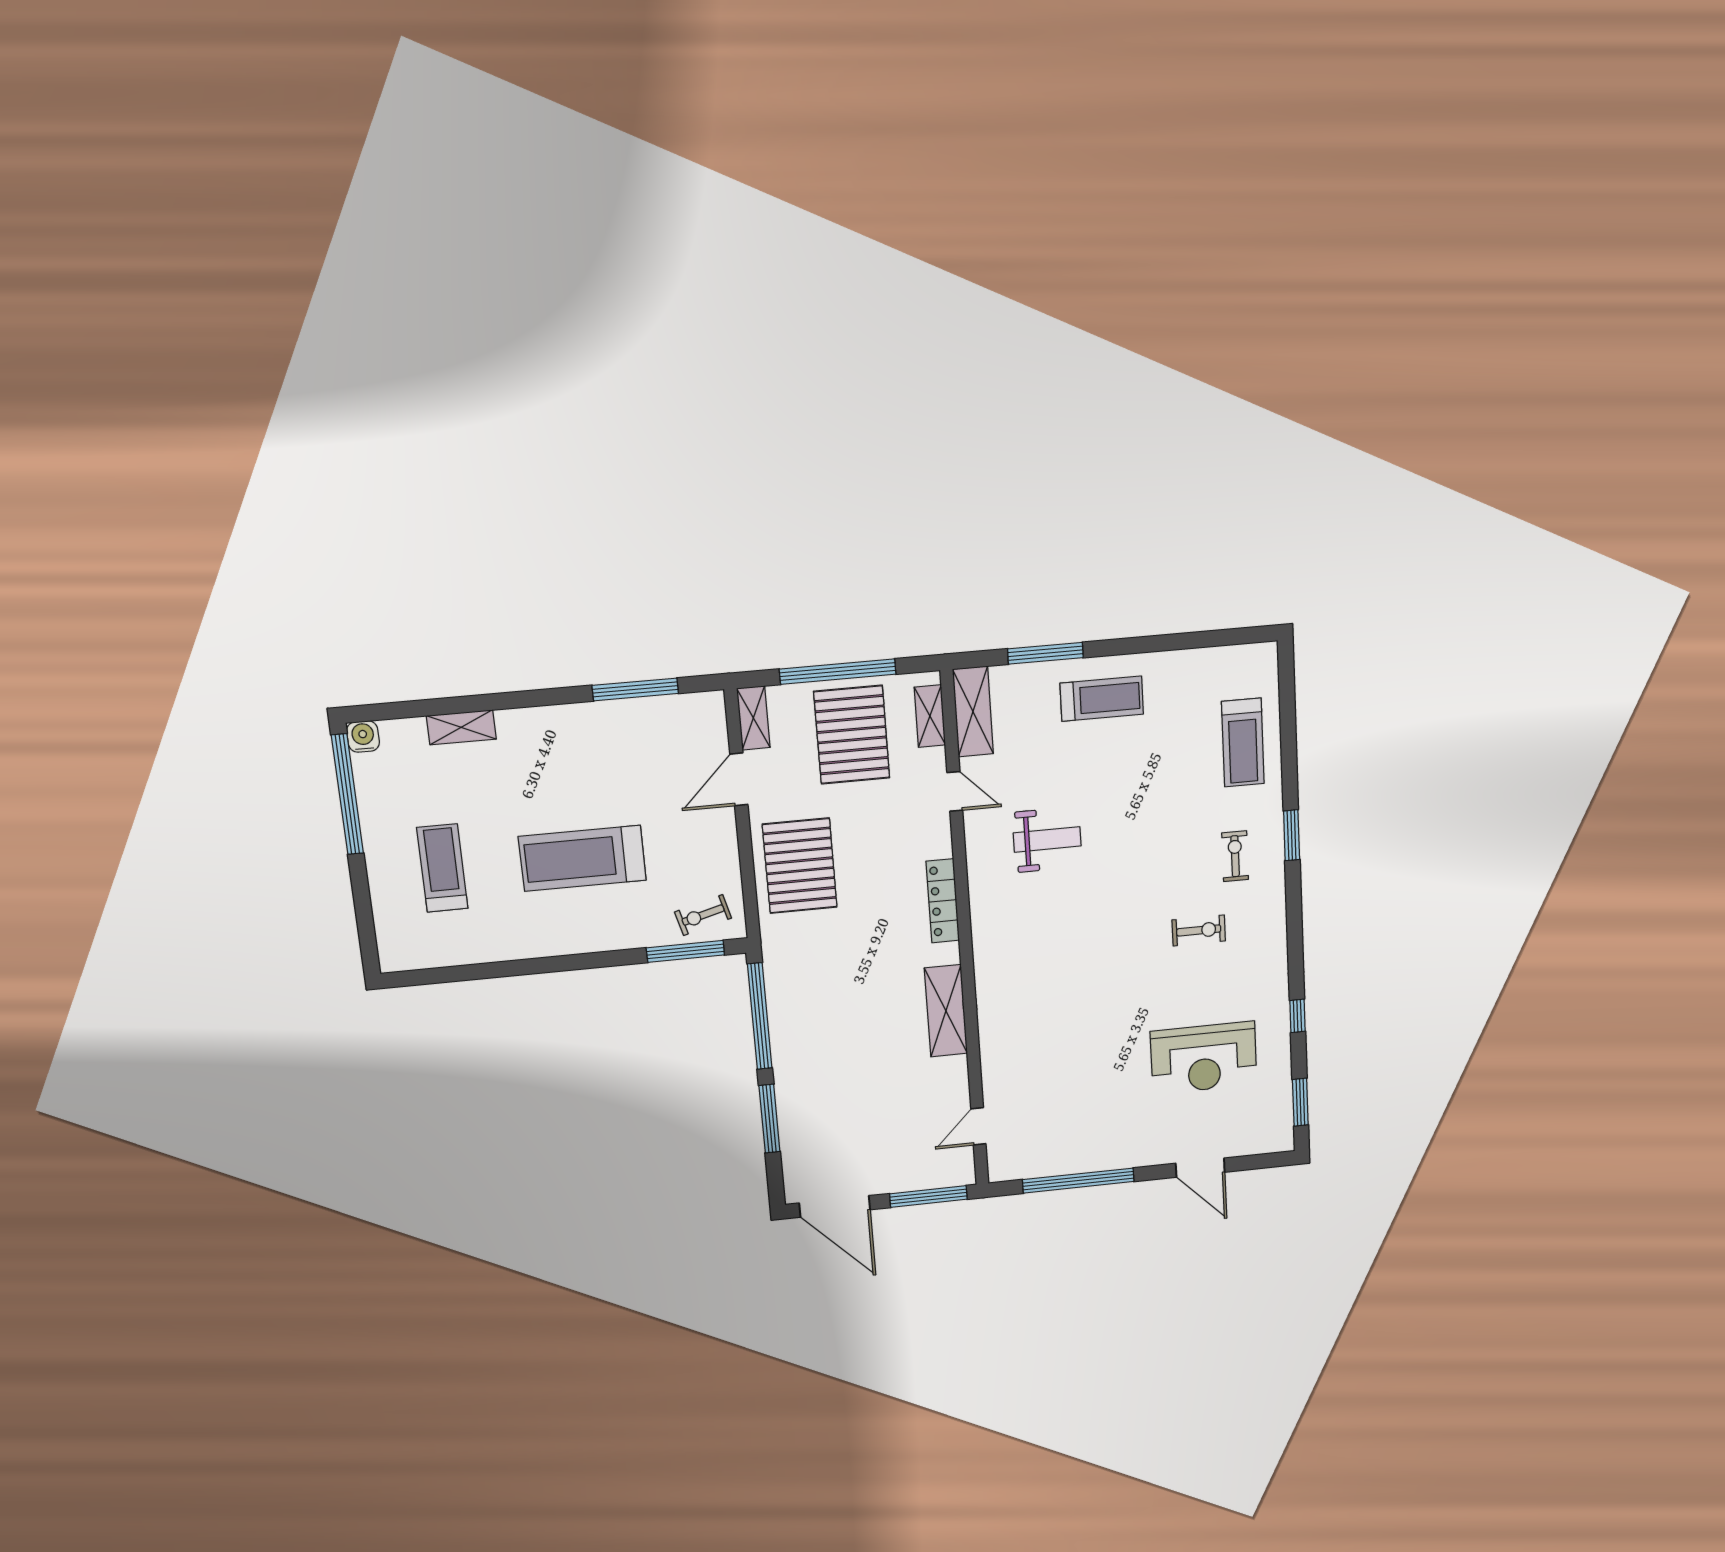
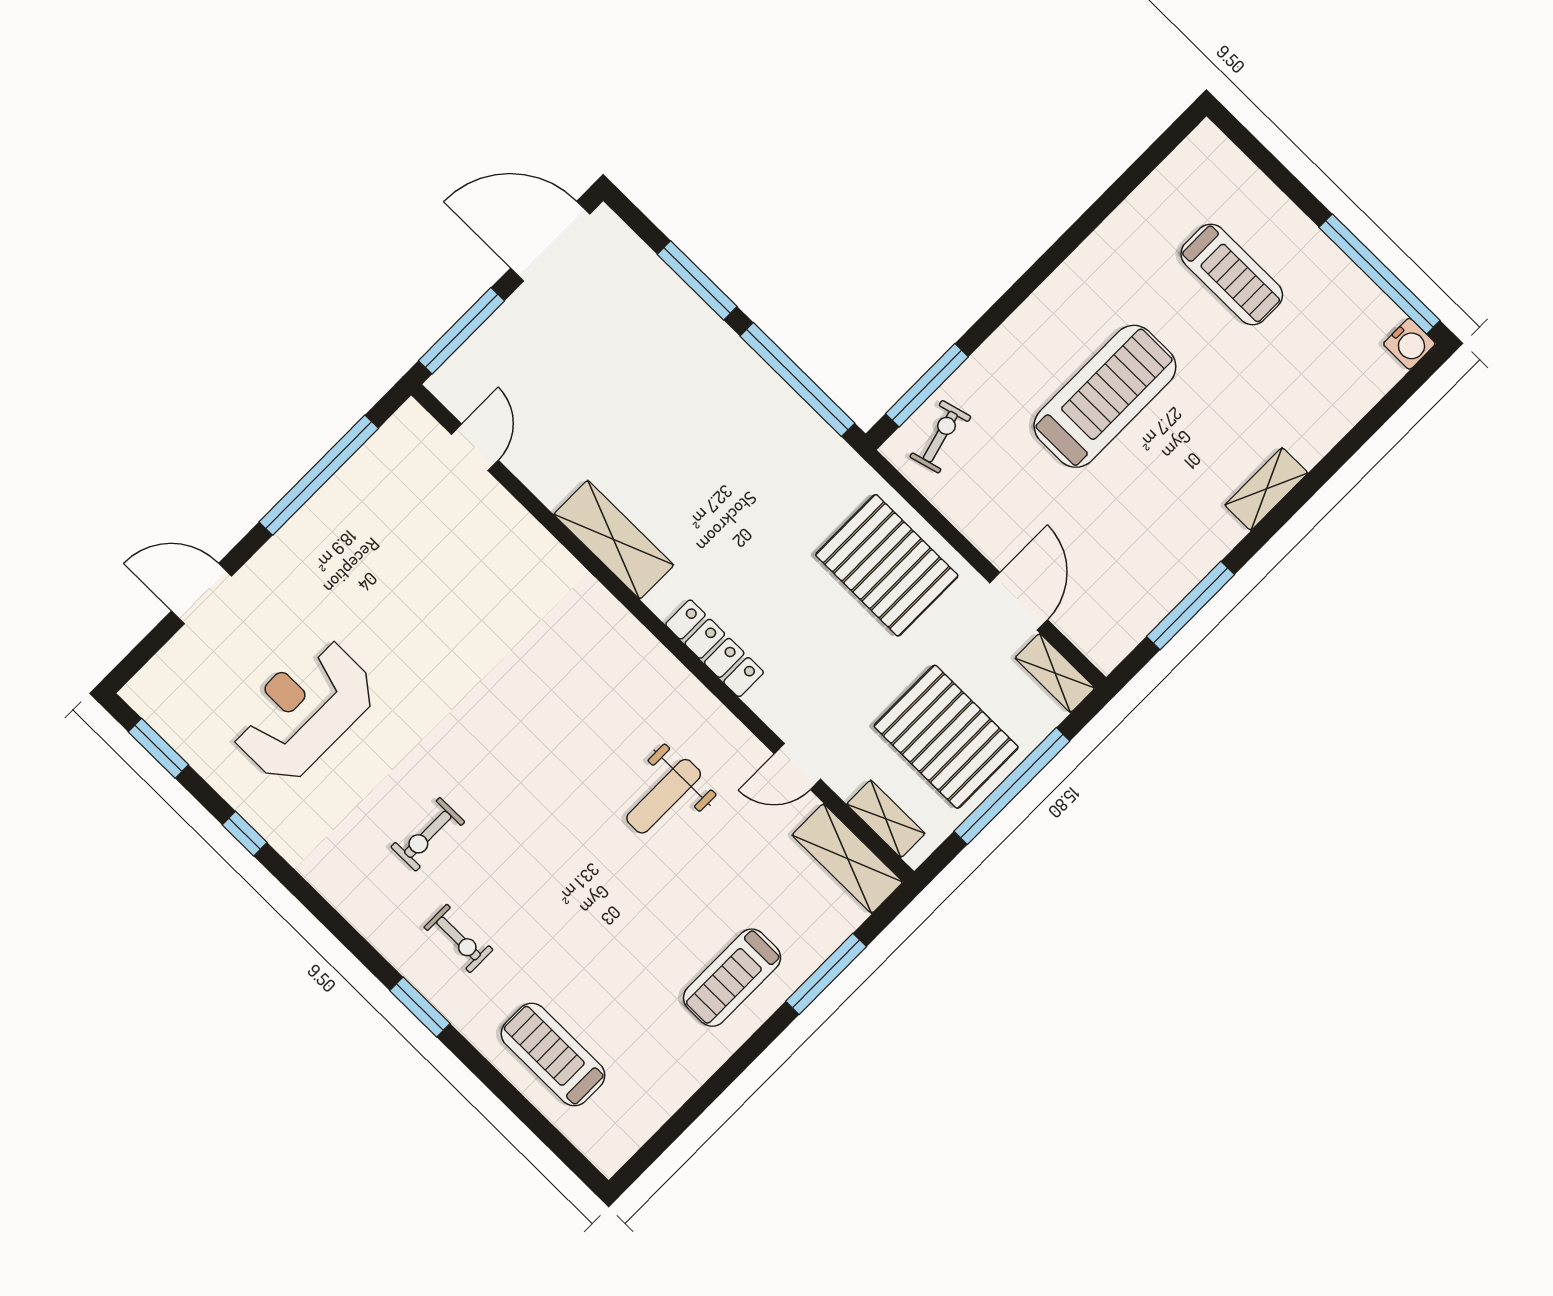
shelving: (461, 727) -> (1266, 489), moved

